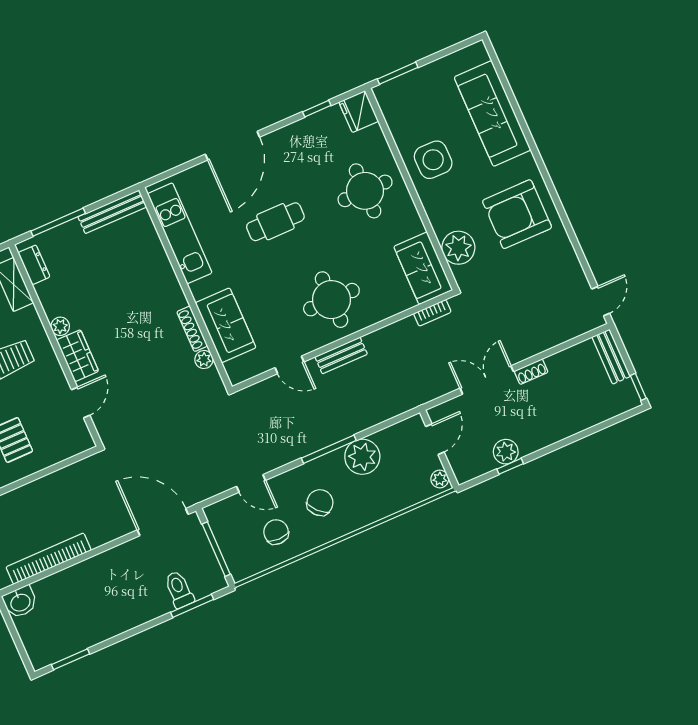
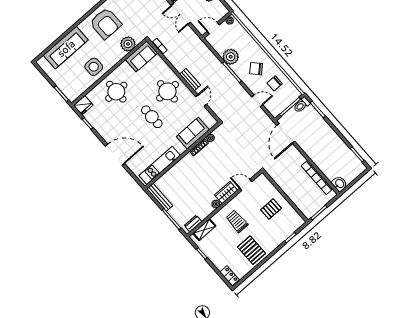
cafe table: (275, 222) -> (152, 117), moved
door: (251, 483) -> (257, 101), hinge flipped
toilet: (179, 589) -> (302, 105), moved

